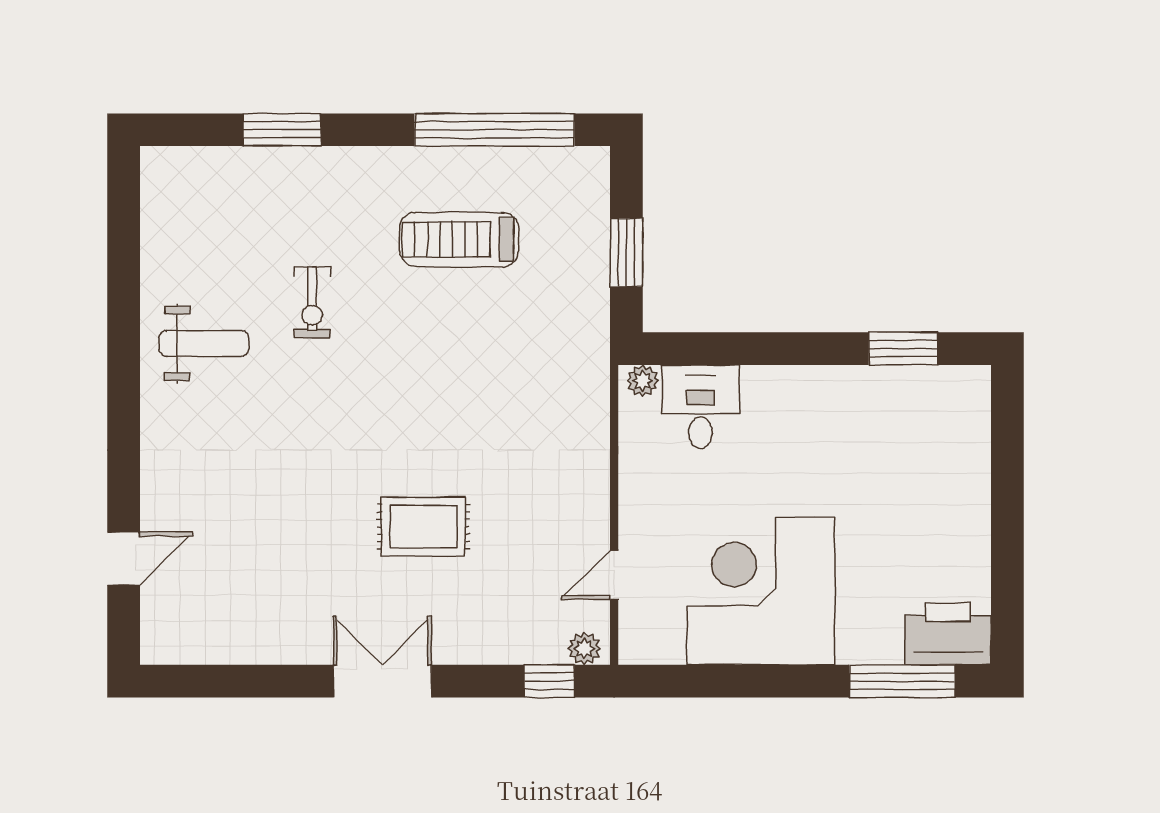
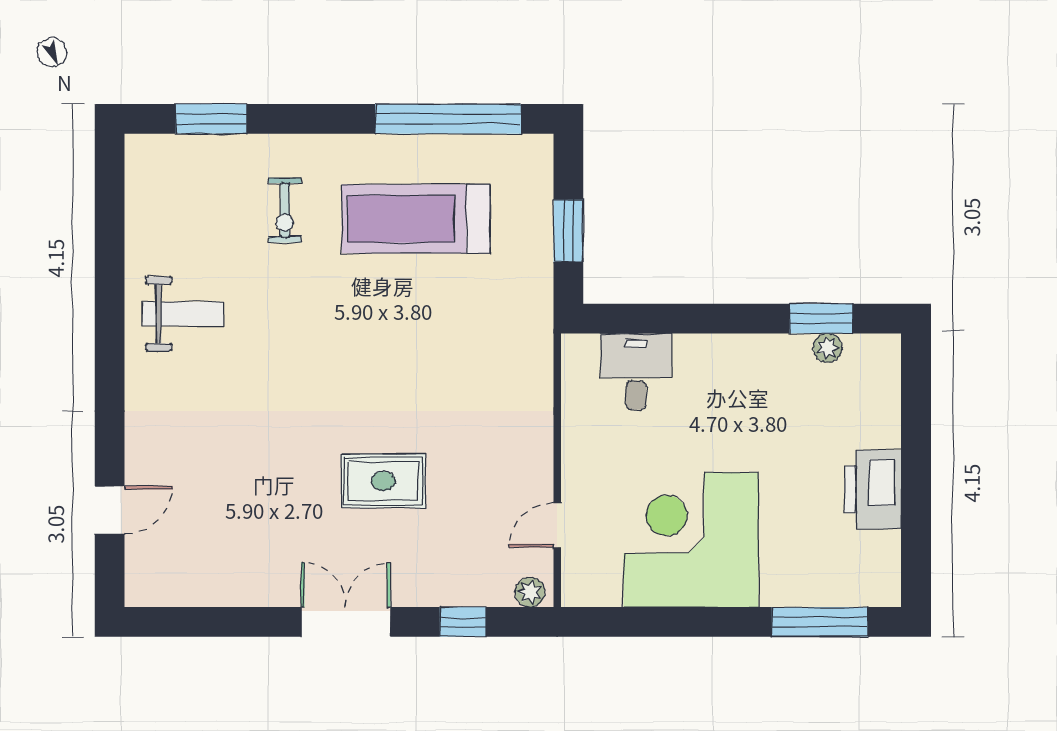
window: (282, 130) -> (211, 119), moved
treadmill: (459, 239) -> (416, 219), width x1.37, depth x1.38
exercise bike: (312, 302) -> (285, 210), moved
plant: (643, 381) -> (828, 348), moved
printer: (948, 634) -> (873, 490), moved, turned -90
window: (549, 681) -> (463, 622), moved

